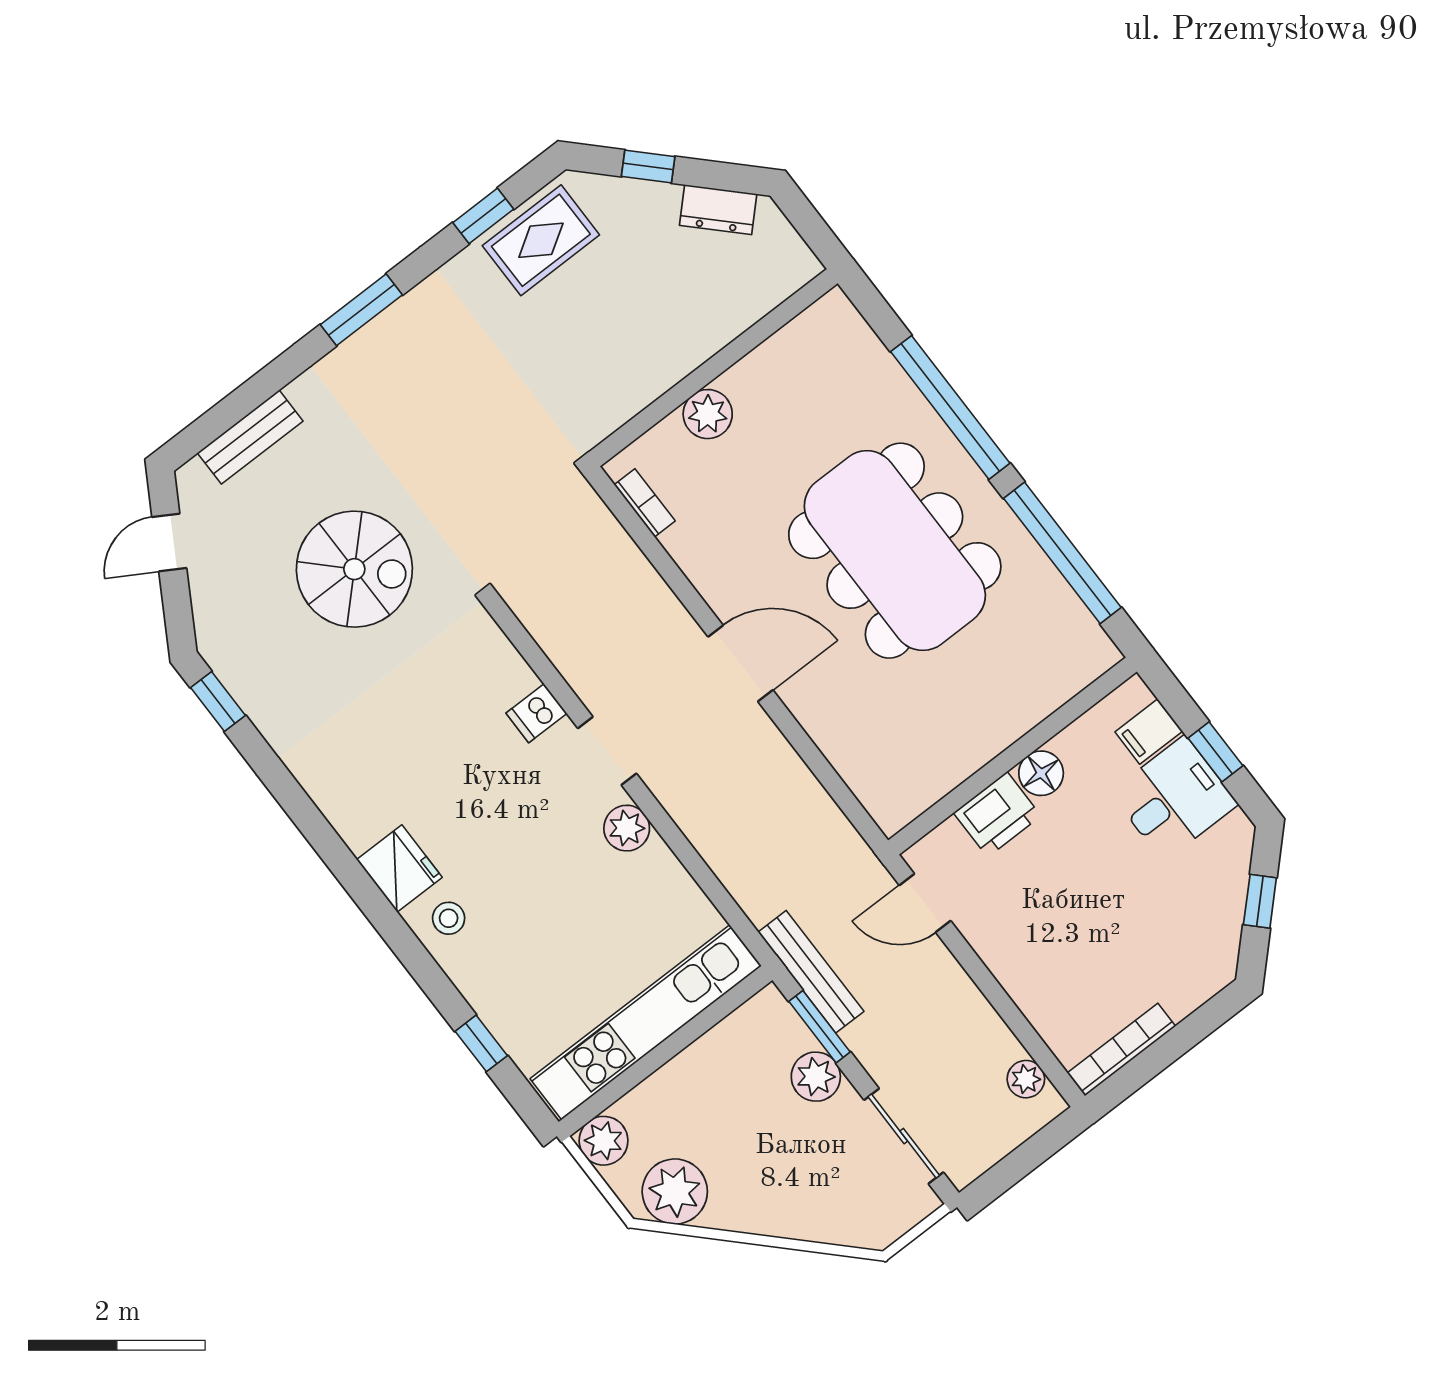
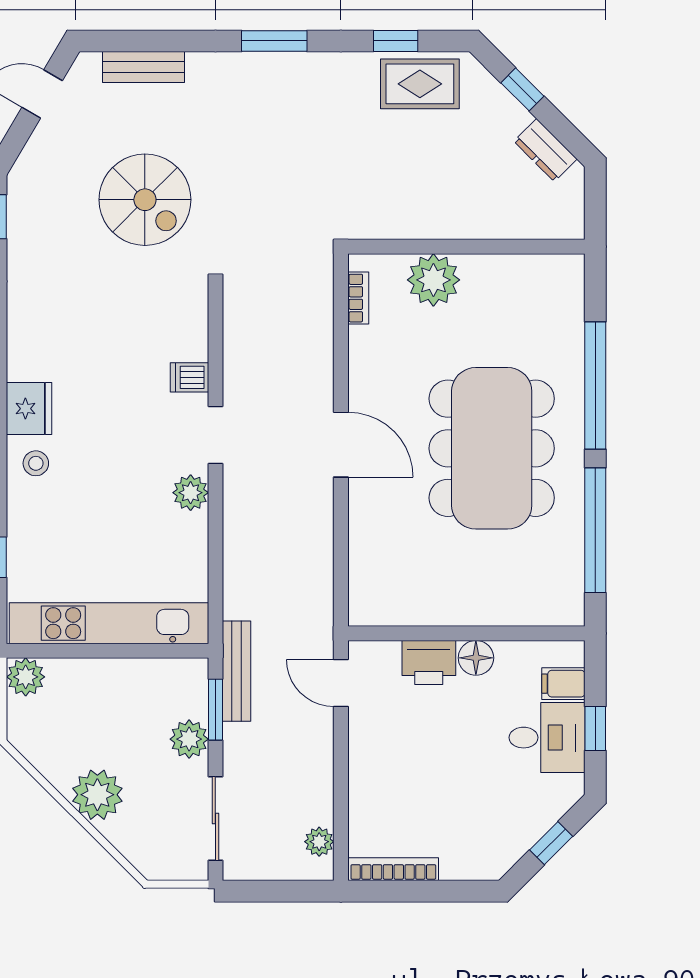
plant: (708, 414) -> (433, 280), width x1.36, depth x1.36
plant: (675, 1192) -> (97, 795), moved

